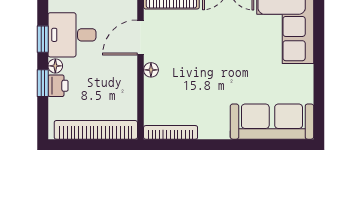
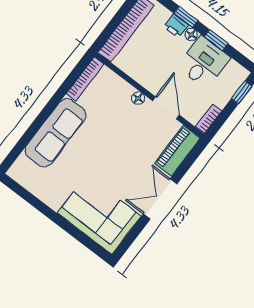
sofa: (272, 122) -> (55, 133), moved

